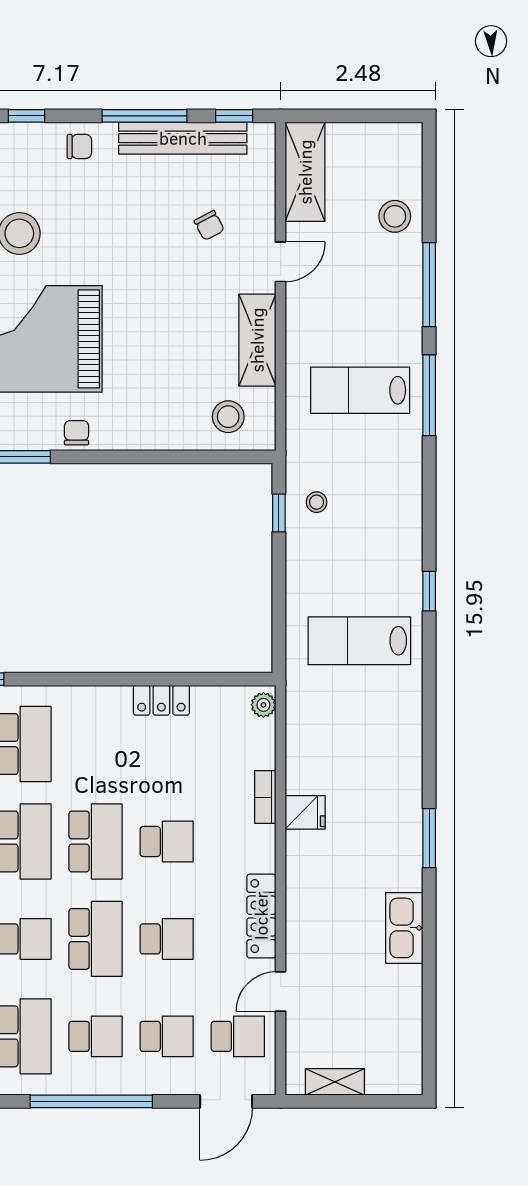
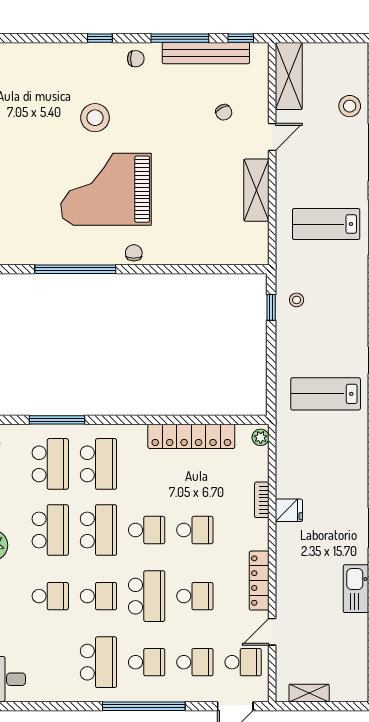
stool: (228, 417) -> (237, 242), removed
locker: (161, 700) -> (191, 436), width x2.16, depth x1.21
school desk: (96, 841) -> (147, 530), width x0.54

